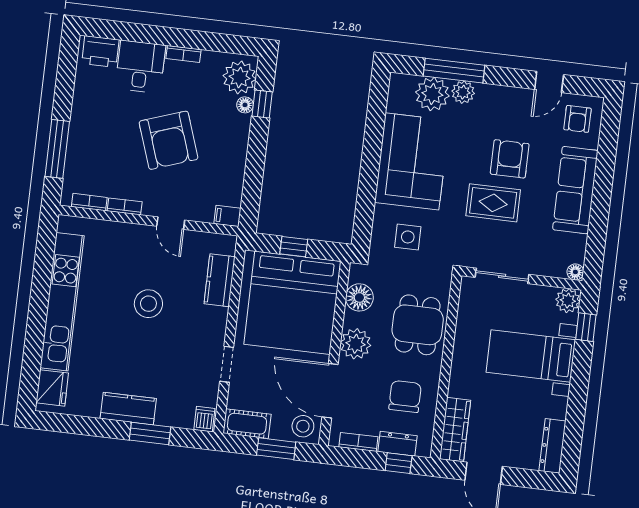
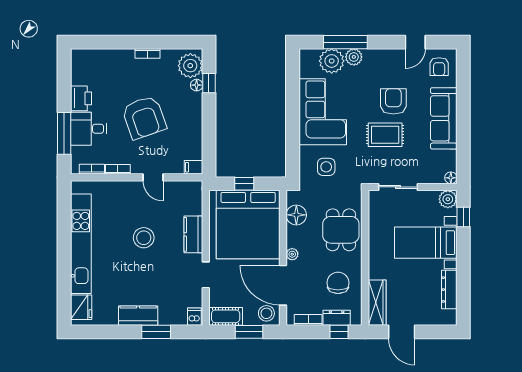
printer: (100, 52) -> (81, 98), moved, turned -90
desk: (140, 67) -> (88, 129), moved, turned -90
kitchen counter: (220, 280) -> (193, 234), moved
plant: (356, 344) -> (292, 254), width x0.53, depth x0.53
dresser: (552, 446) -> (449, 290), moved

